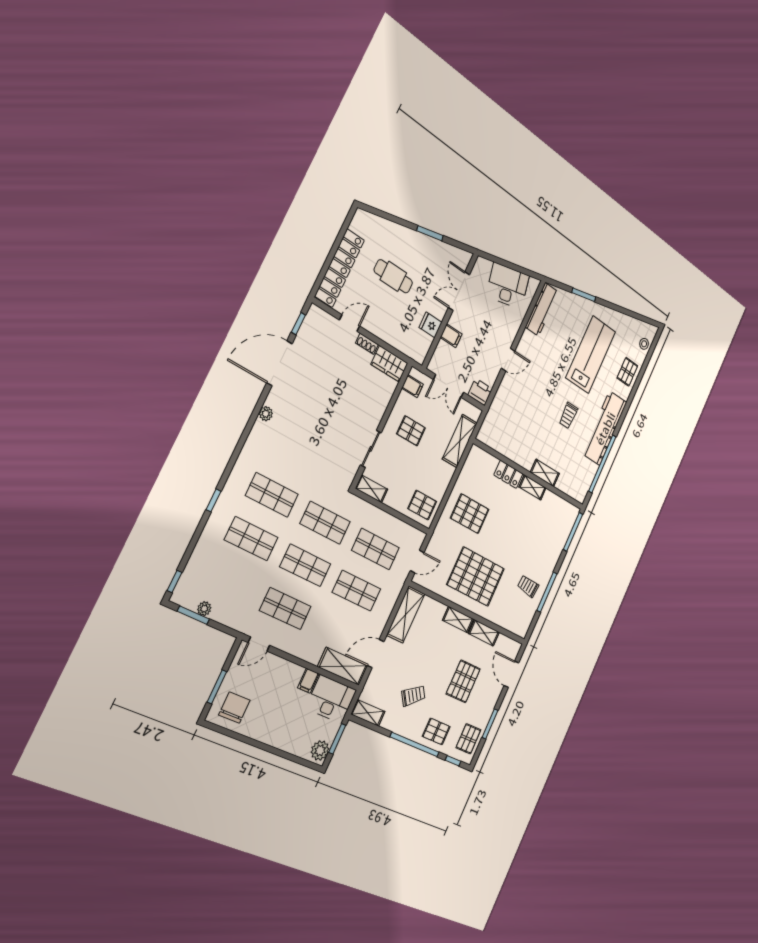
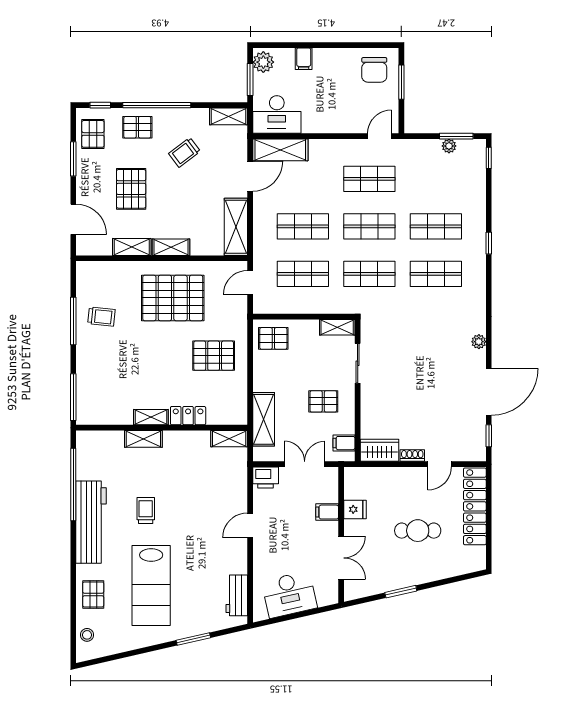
workbench: (542, 309) -> (237, 595), width x0.73
shelving: (490, 439) -> (229, 439), added
filing cabinet: (308, 681) -> (304, 59), moved, turned 180

